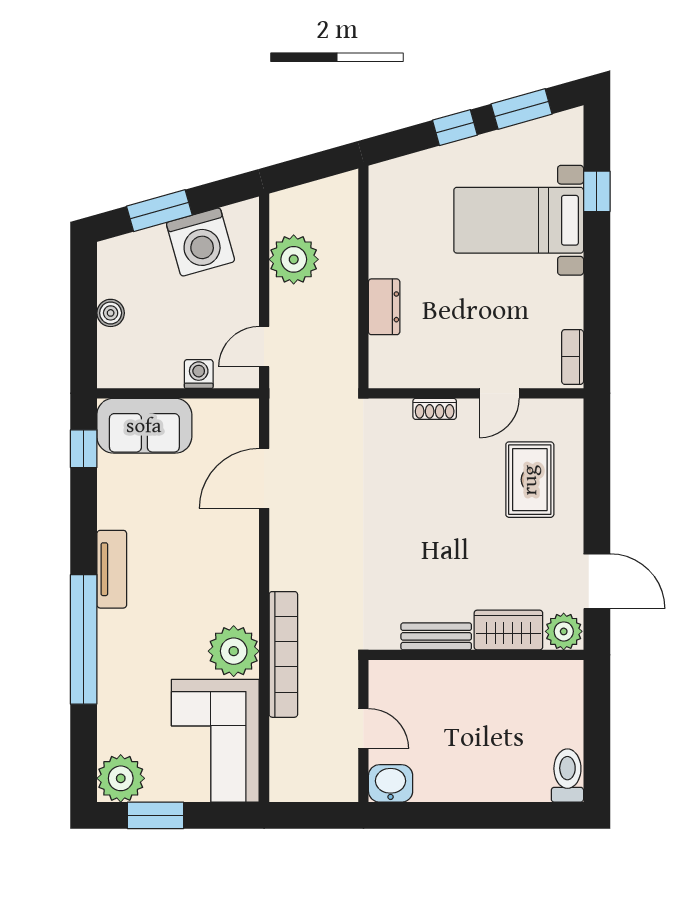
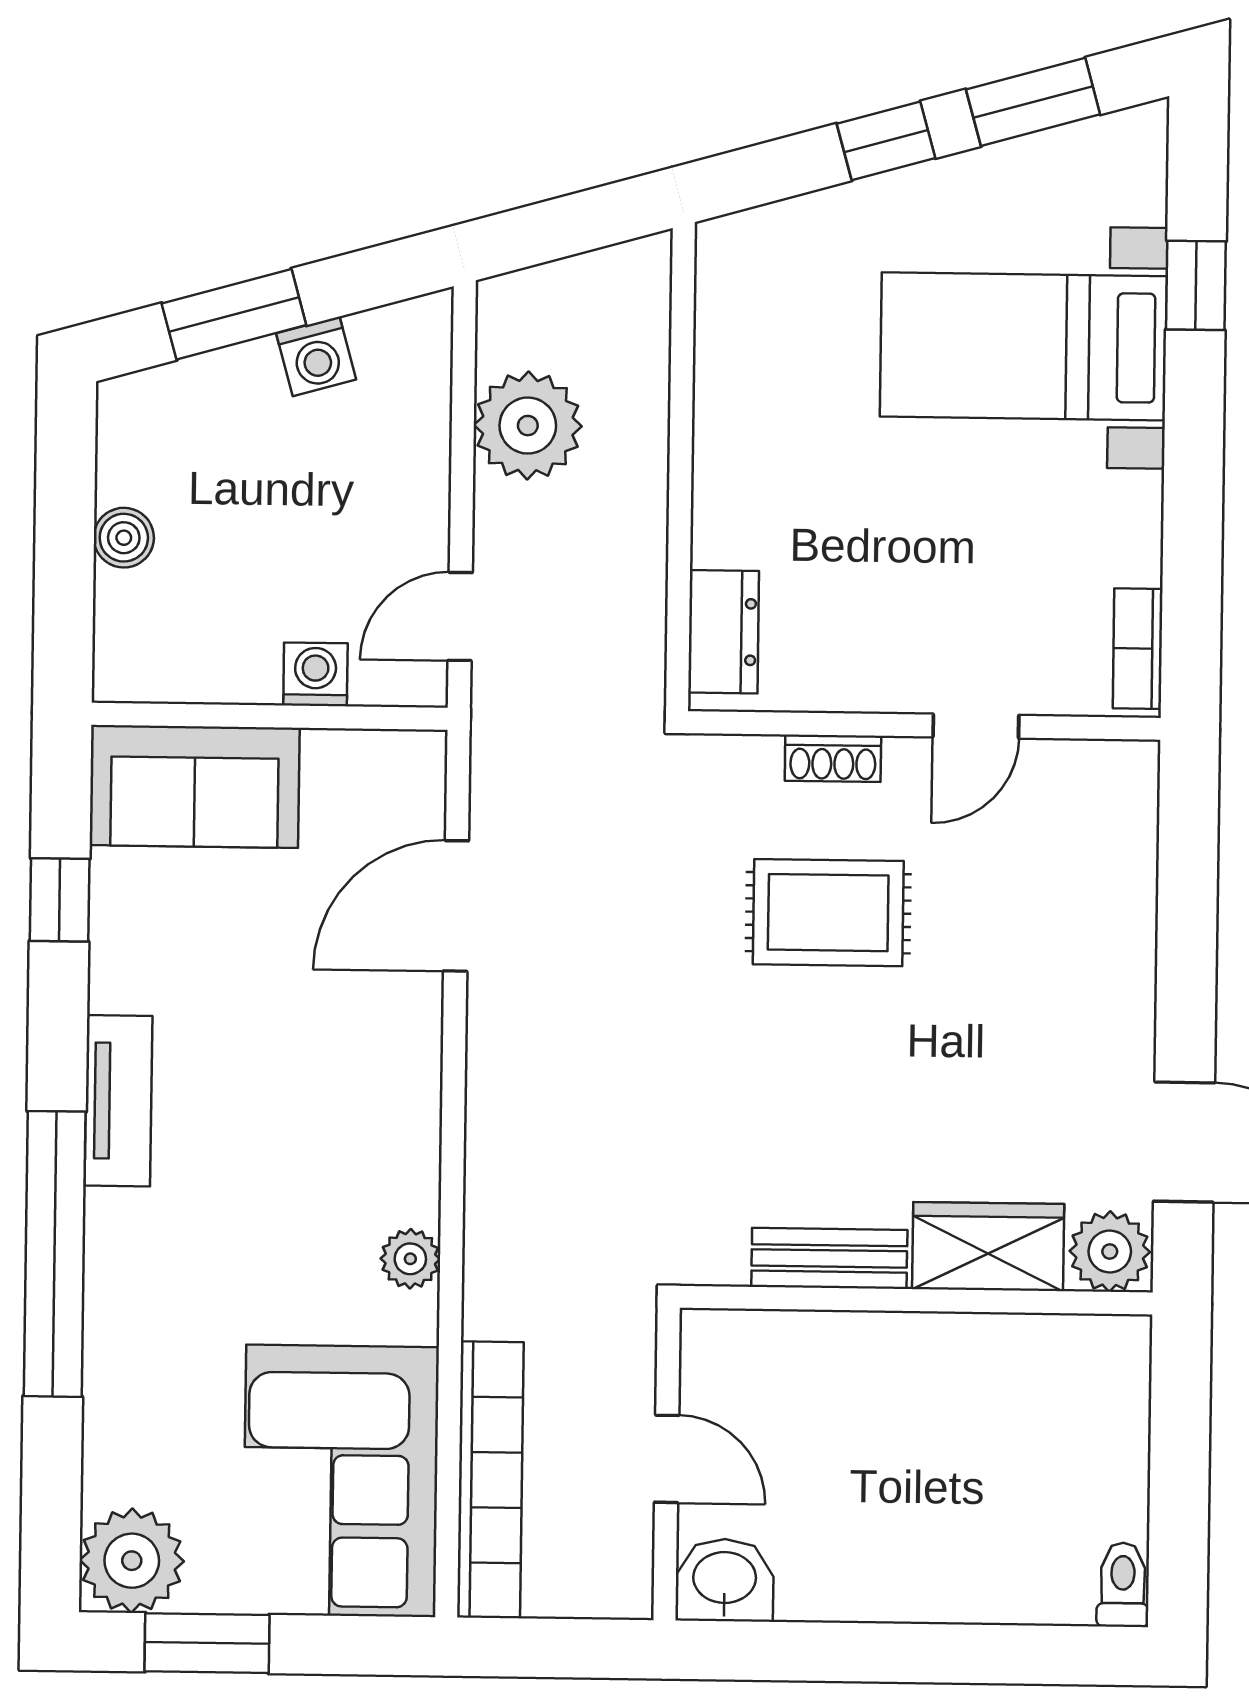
washing machine: (201, 242) -> (316, 356), width x0.53, depth x0.53
dresser: (384, 307) -> (724, 632), moved
window: (84, 449) -> (60, 900), moved
rug: (530, 480) -> (828, 913), moved, turned 90
plant: (234, 651) -> (410, 1259), width x0.53, depth x0.53
bookcase: (283, 654) -> (490, 1480), moved
toilet: (567, 776) -> (1123, 1585), width x0.73, depth x0.72

